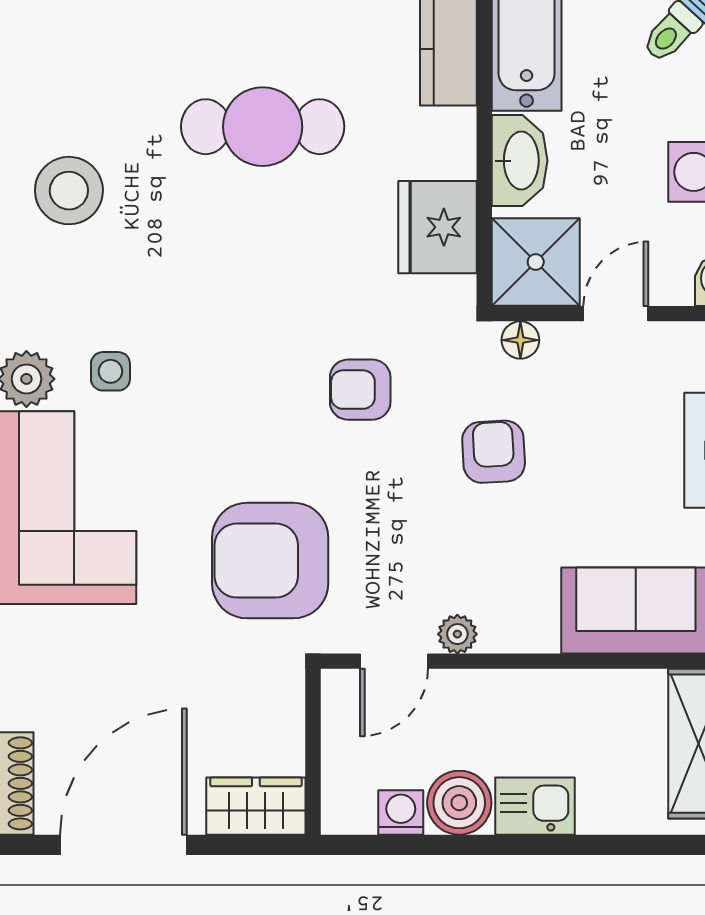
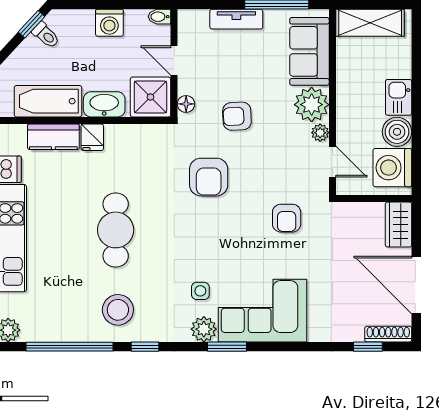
cafe table: (263, 127) -> (116, 230), moved
fridge: (437, 227) -> (92, 137), moved, width x0.53, depth x0.75
armchair: (360, 390) -> (209, 177), width x1.38, depth x1.38
armchair: (270, 561) -> (287, 218), width x0.53, depth x0.53
plant: (519, 615) -> (312, 105), added
washing machine: (401, 812) -> (392, 168), width x1.89, depth x1.89

